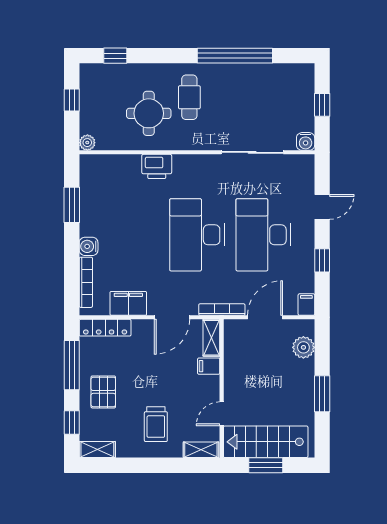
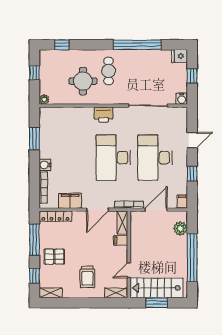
fridge: (302, 74) -> (180, 56), added
printer: (157, 166) -> (104, 115), moved
pallet: (103, 392) -> (54, 257), turned 90
window: (322, 394) -> (192, 258), width x2.11

